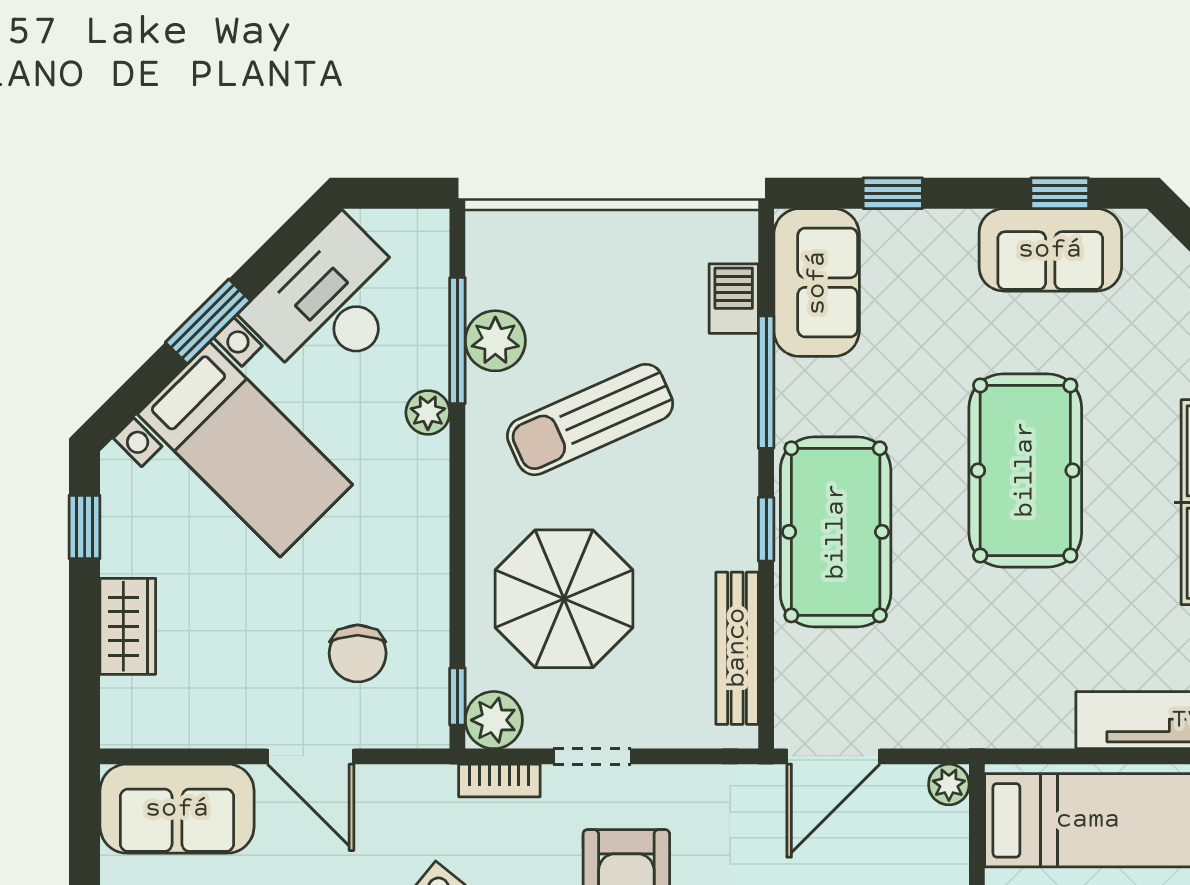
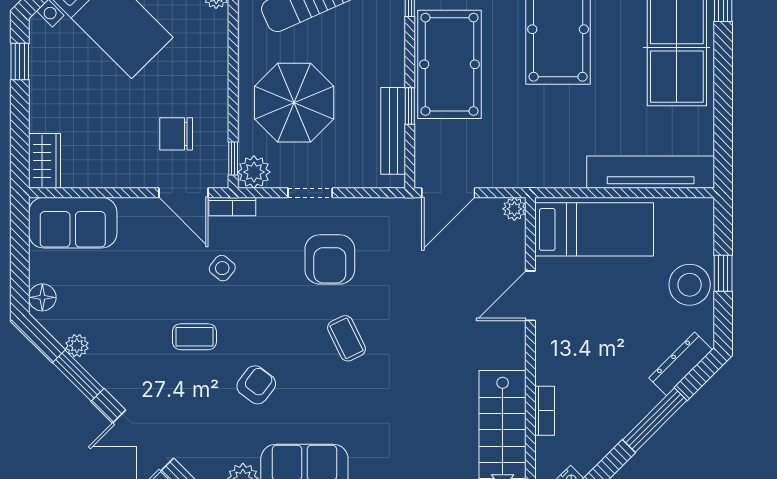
window: (766, 529) -> (410, 106), moved
wardrobe: (128, 626) -> (45, 161), moved
chair: (358, 653) -> (176, 134), turned 90
door: (311, 756) -> (183, 193), moved
bookcase: (499, 780) -> (232, 207), moved

